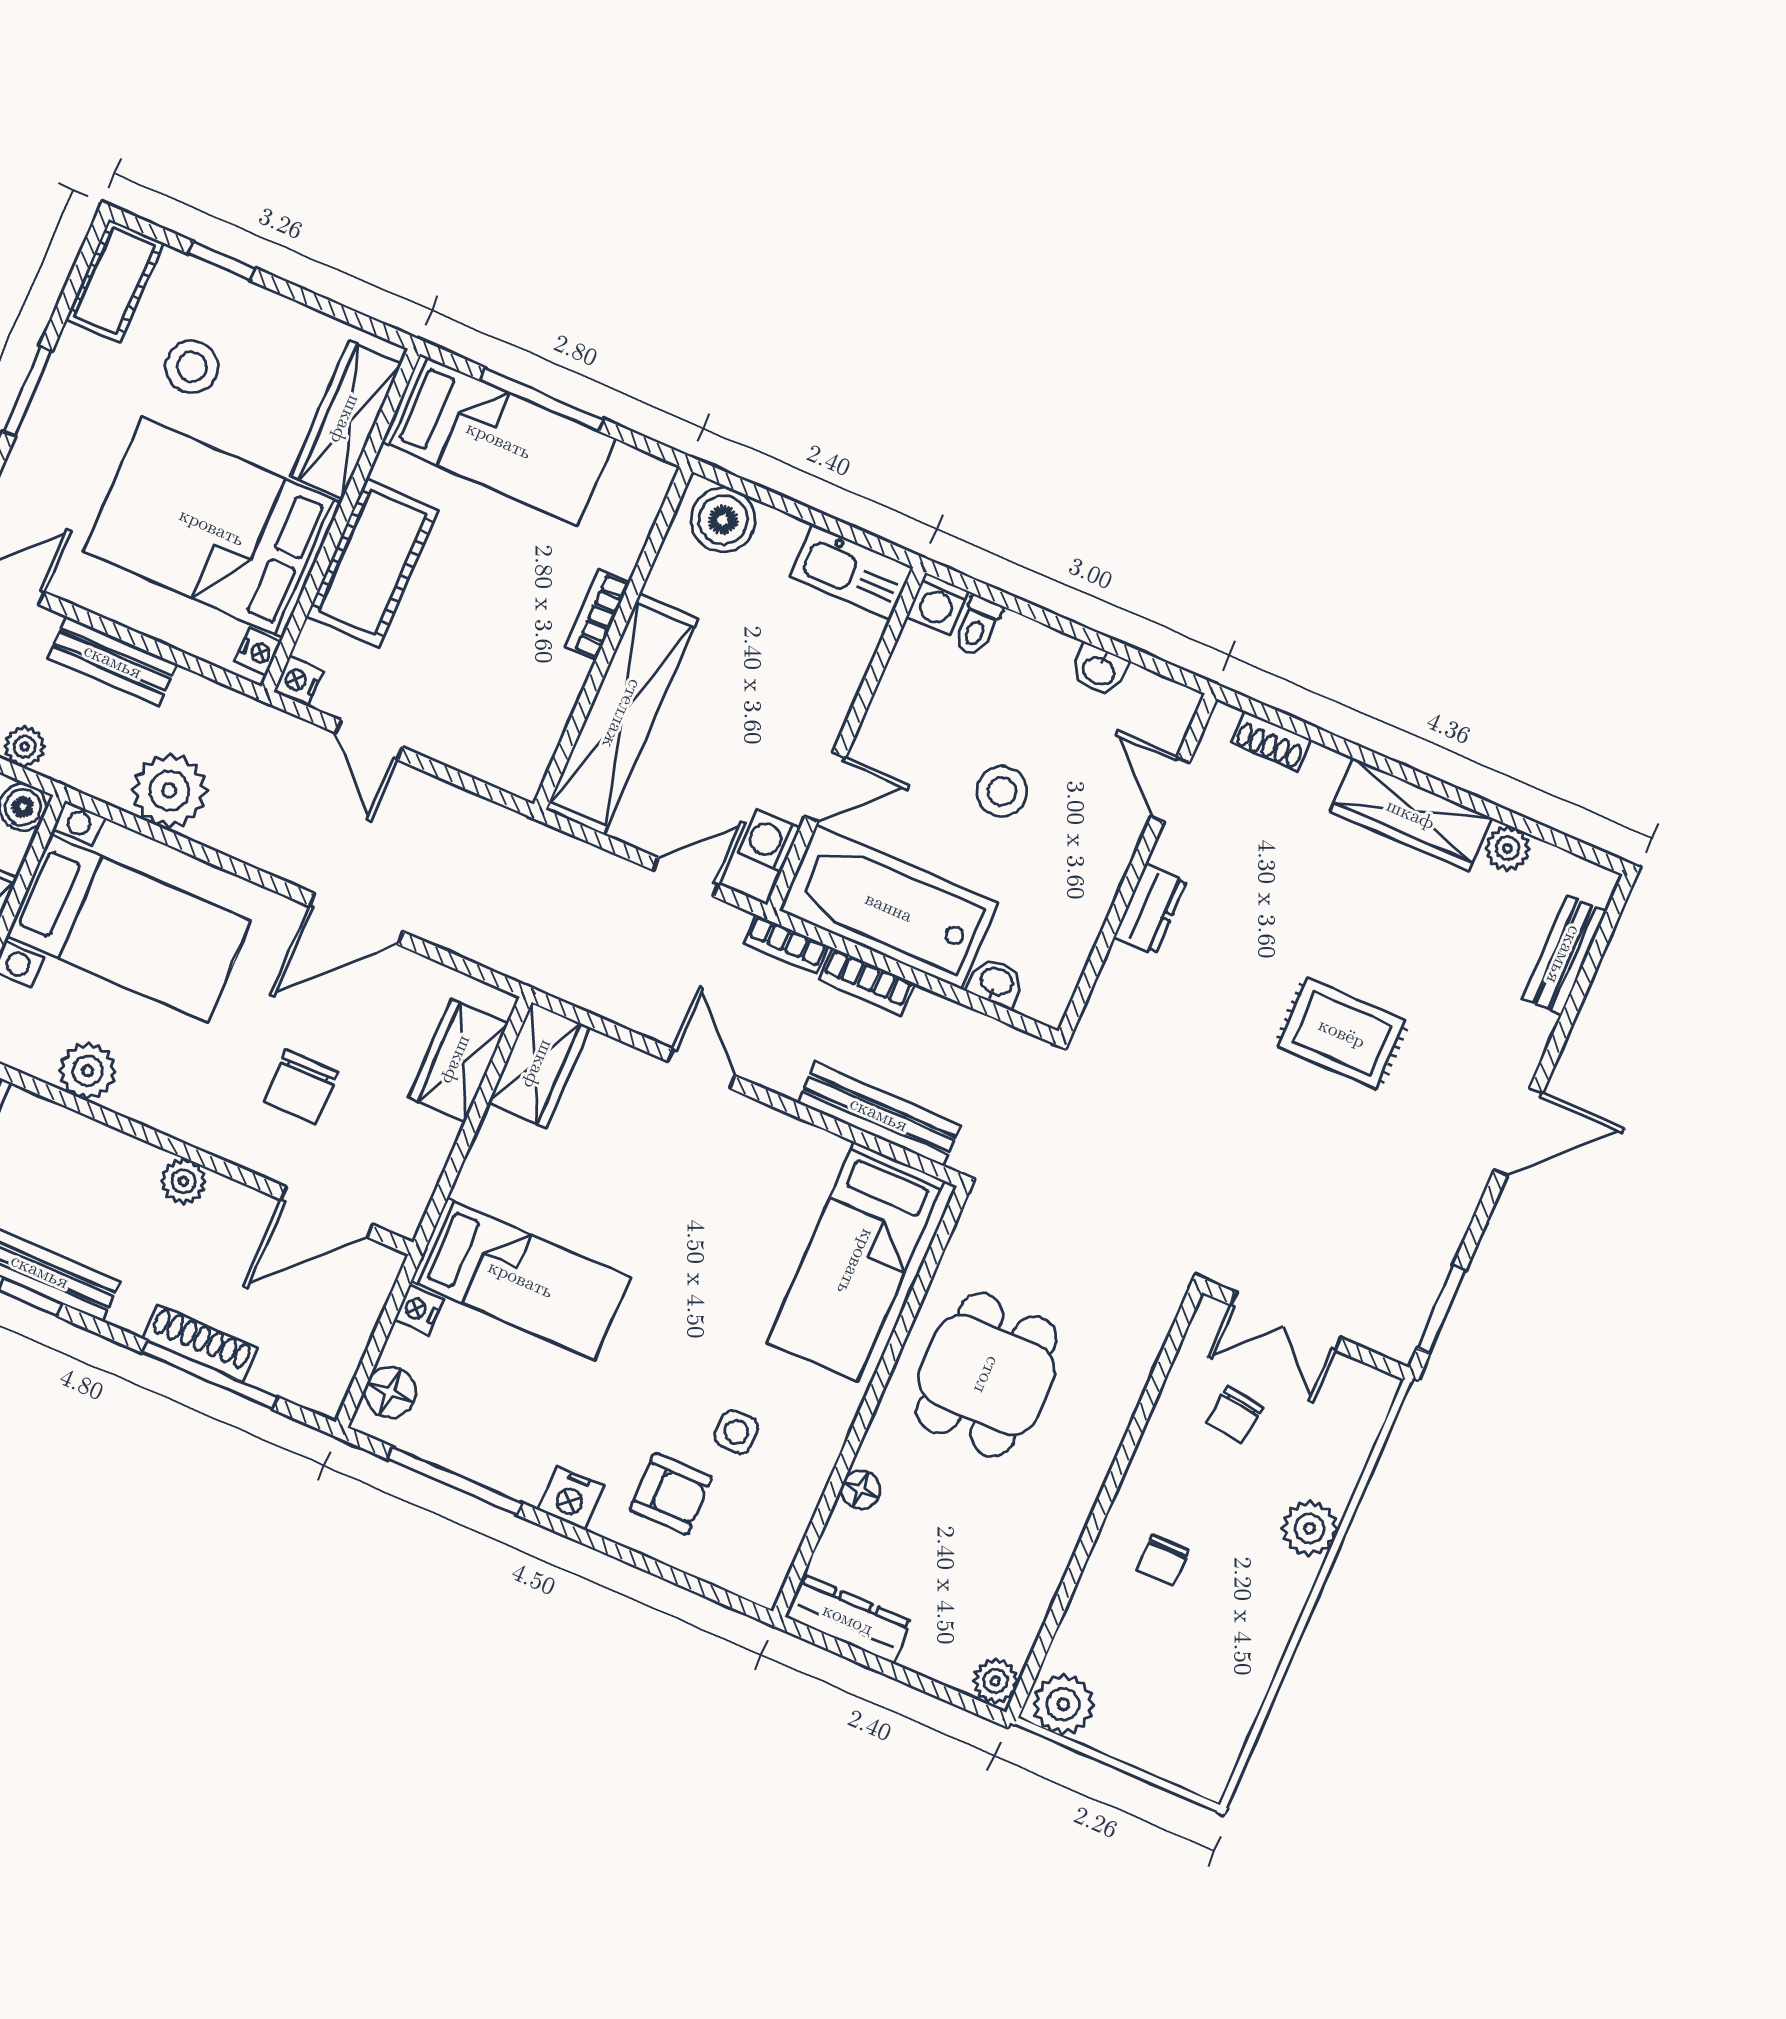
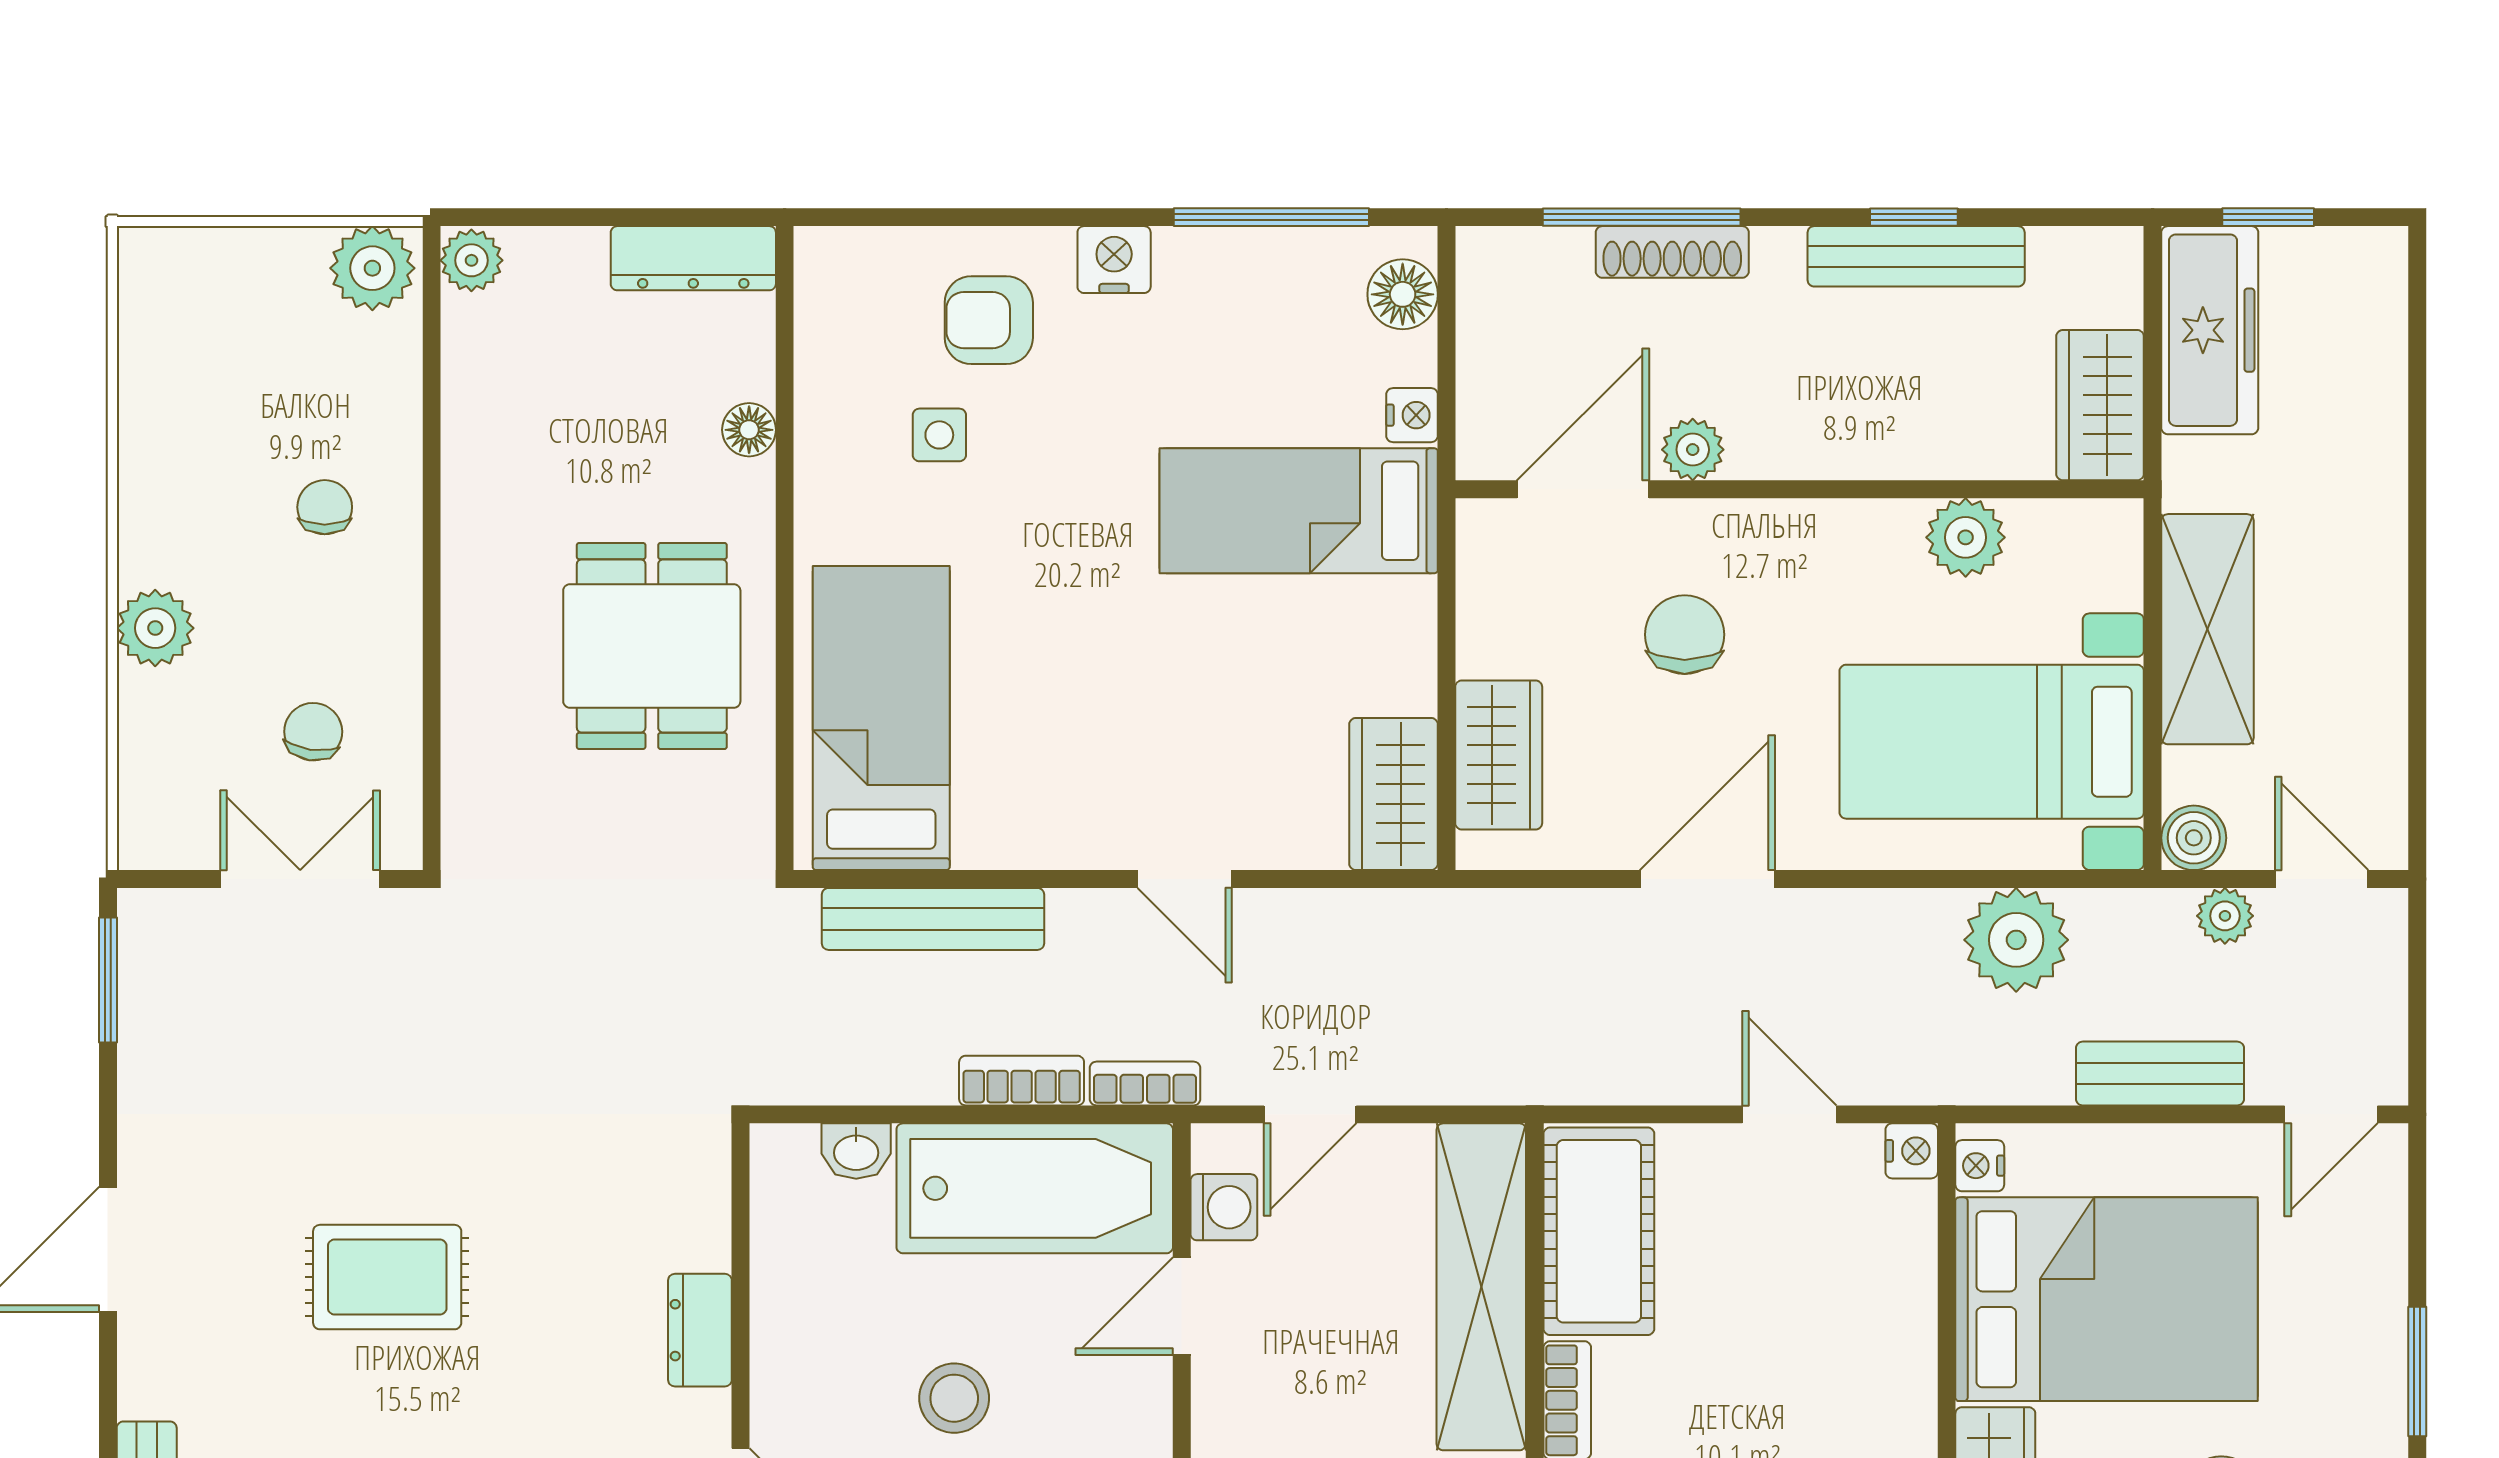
cot: (373, 563) -> (1599, 1231), moved
plant: (183, 1181) -> (1693, 450), moved

